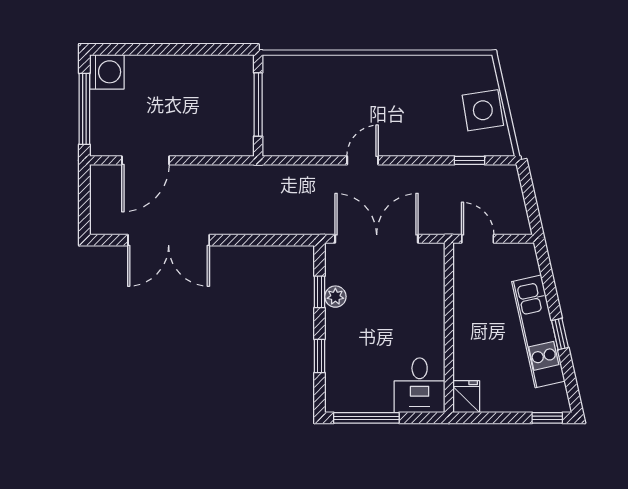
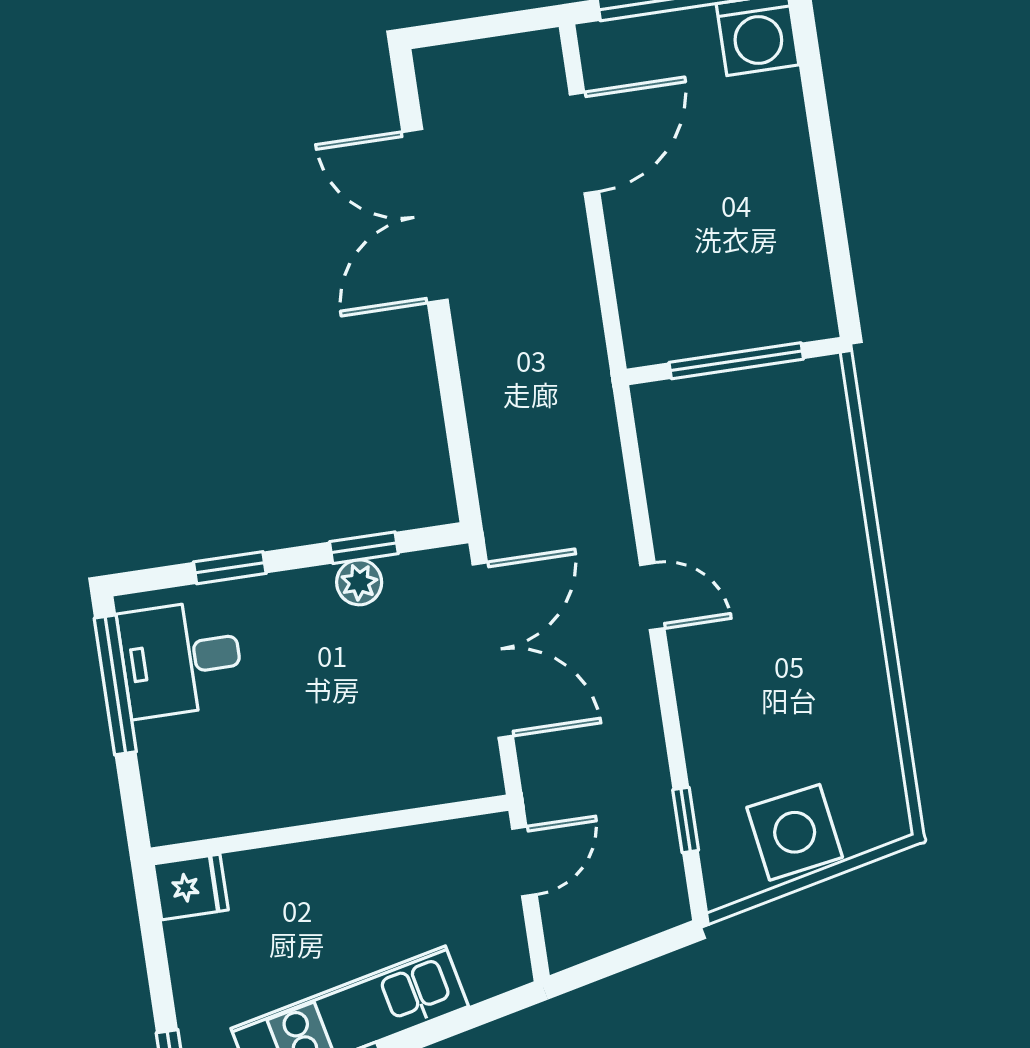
door: (146, 160) -> (584, 143), swing flipped
desk: (420, 385) -> (181, 659), moved

